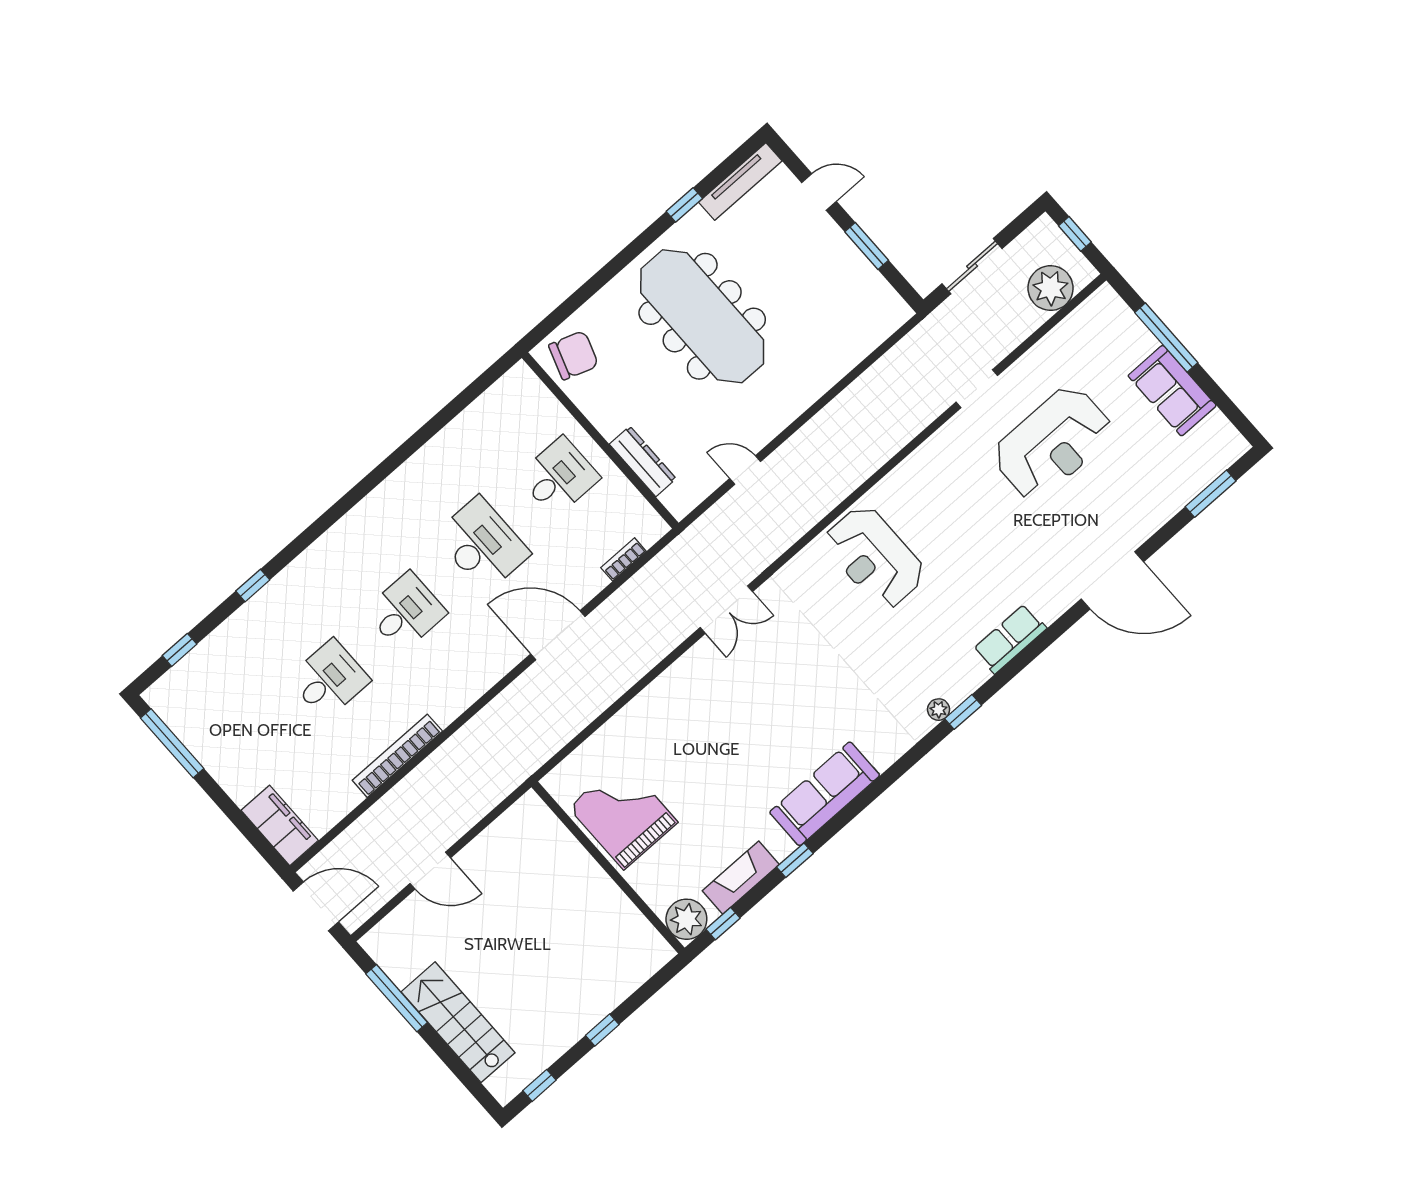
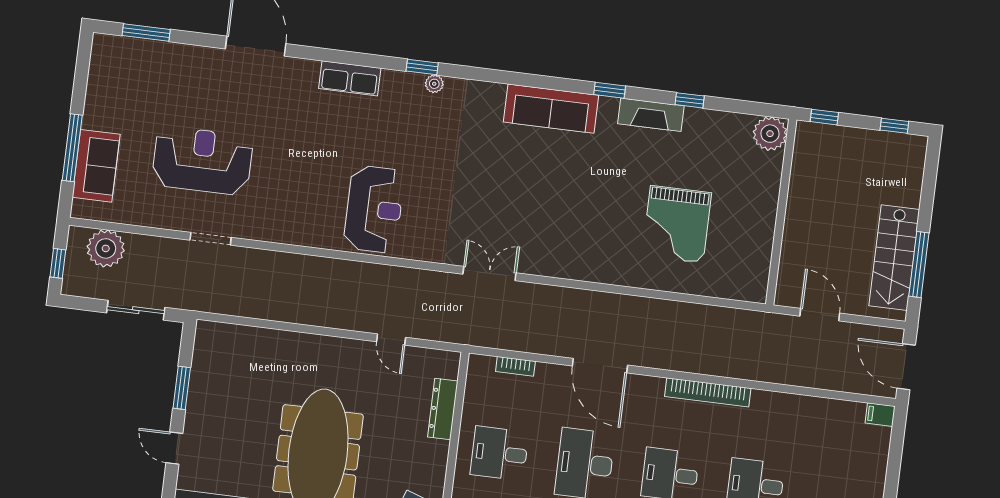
sofa: (1172, 391) -> (96, 166), moved
bookcase: (397, 756) -> (708, 392), moved
filing cabinet: (280, 825) -> (880, 415), width x0.33, depth x0.86
wall: (608, 867) -> (781, 212), moved
plant: (686, 919) -> (770, 134), moved
stairs: (458, 1022) -> (894, 258), moved

